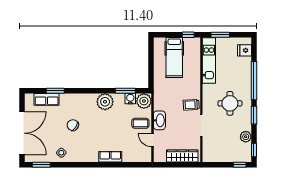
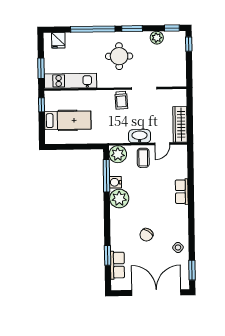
window: (125, 91) -> (106, 176), width x1.44
water cooler: (130, 99) -> (115, 182), moved
wardrobe: (182, 156) -> (180, 124), moved

